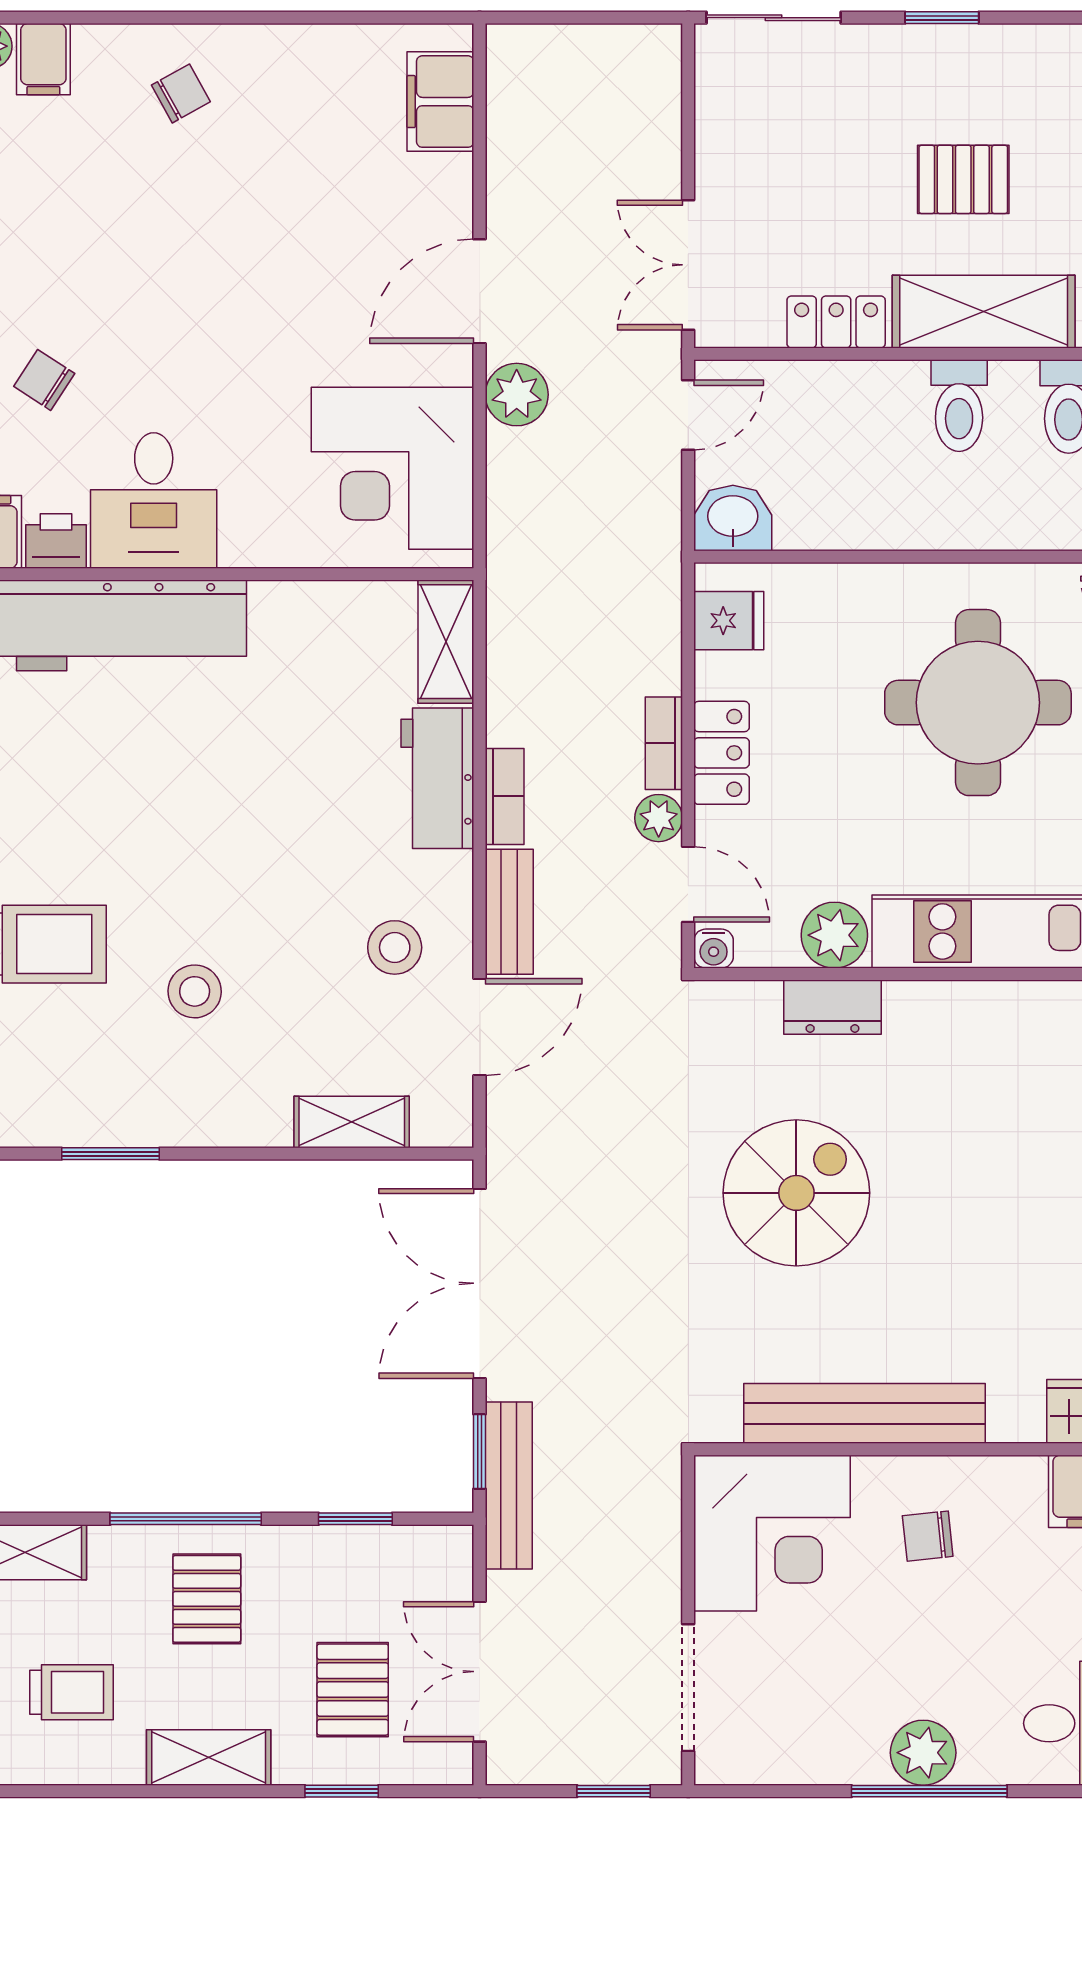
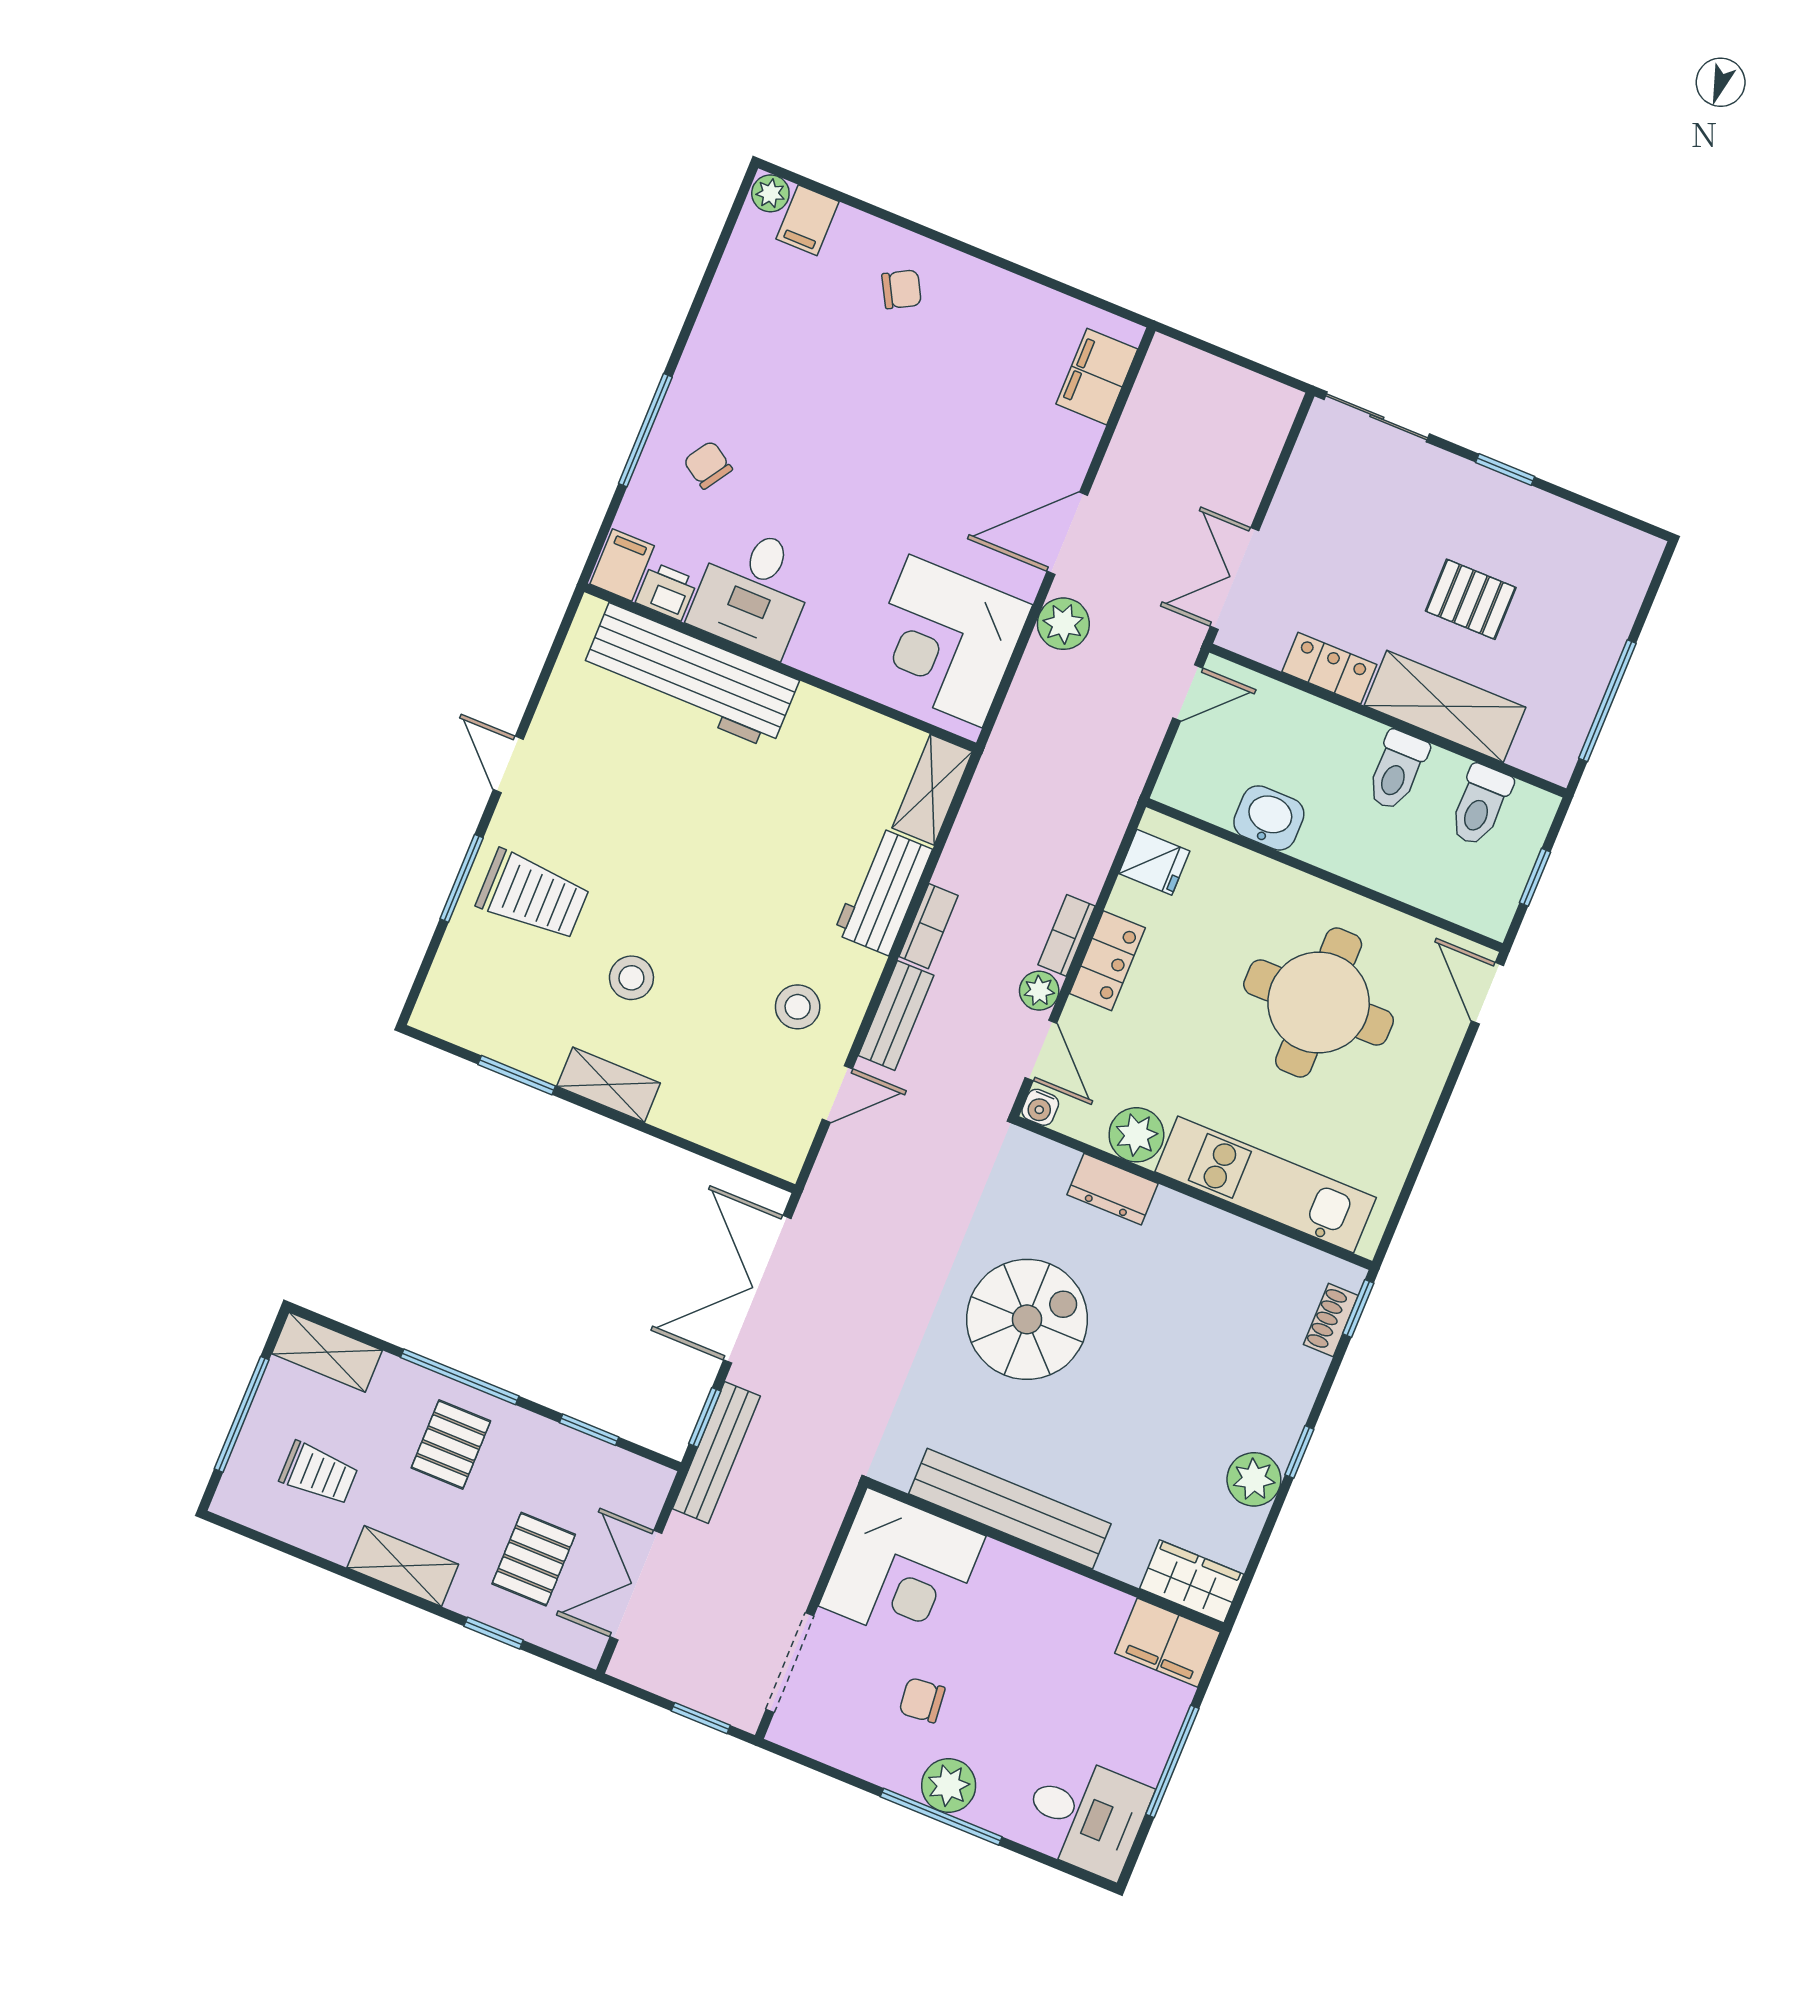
washbasin: (733, 518) -> (1269, 818), moved
door: (480, 1027) -> (837, 1094), width x0.73
shelving: (352, 1122) -> (609, 1085), moved
chair: (928, 1536) -> (922, 1700), moved

